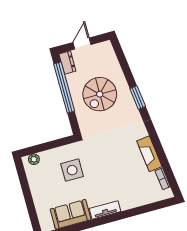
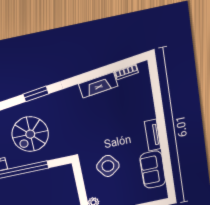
spiral stairs: (100, 94) -> (30, 134), turned 90
side table: (72, 170) -> (108, 166), turned -37

